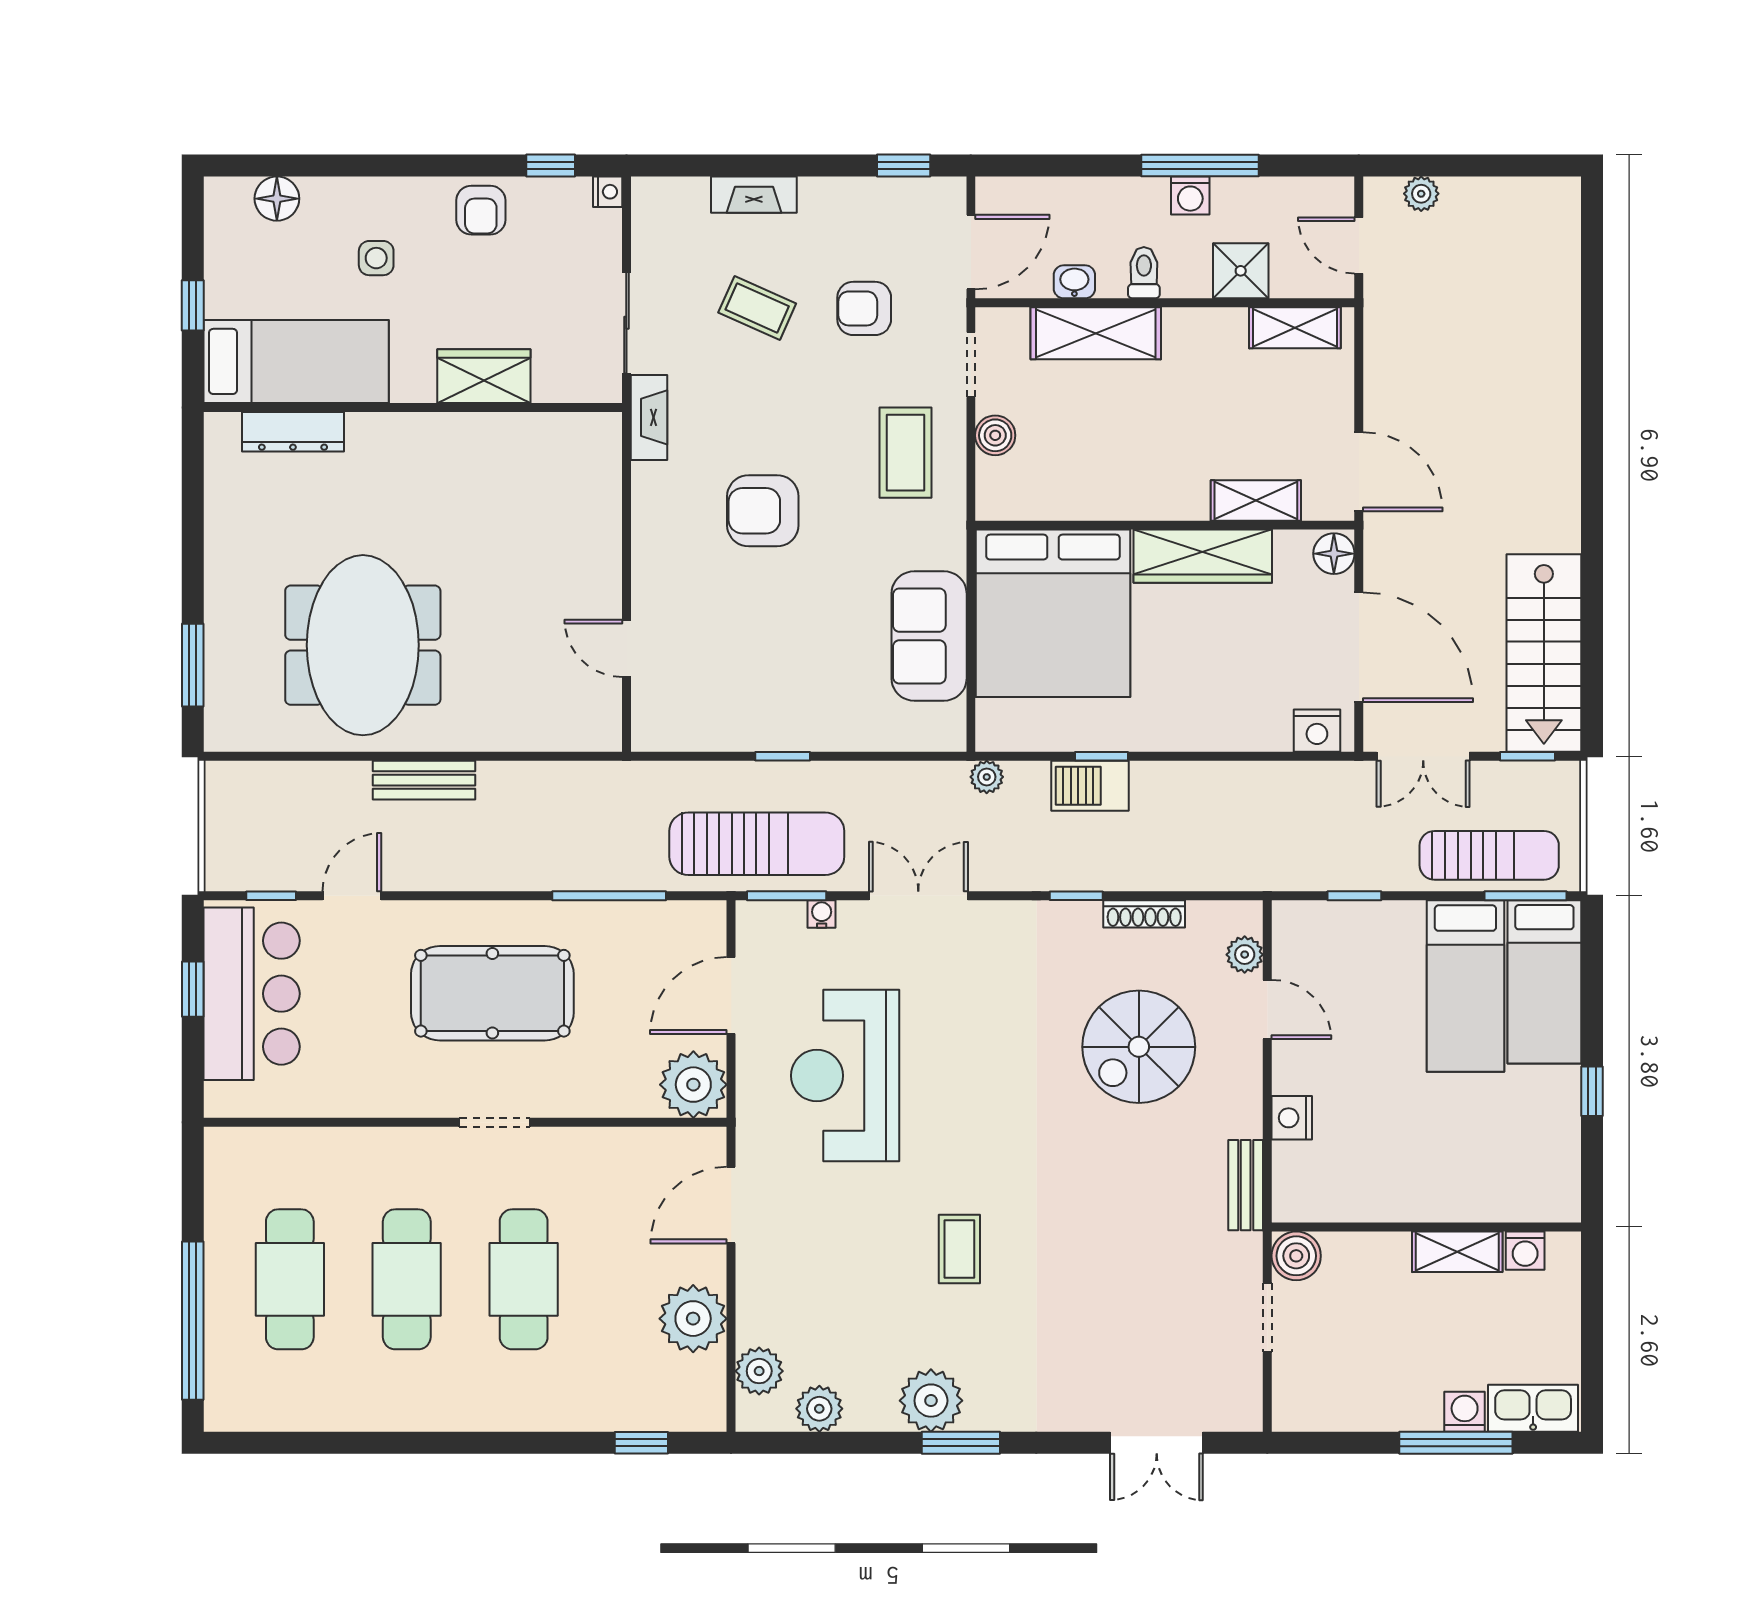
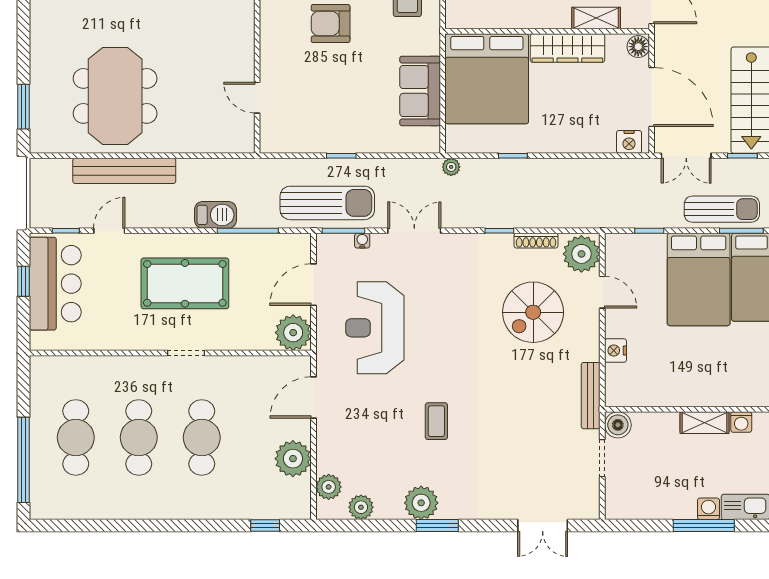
bench: (424, 780) -> (124, 171), width x1.86, depth x1.21
barbecue: (1090, 786) -> (215, 215), moved, turned 180
plant: (1245, 955) -> (581, 254), width x1.87, depth x1.87
bed: (1465, 986) -> (699, 279), width x1.50
bench: (1246, 1185) -> (591, 396), width x1.36

